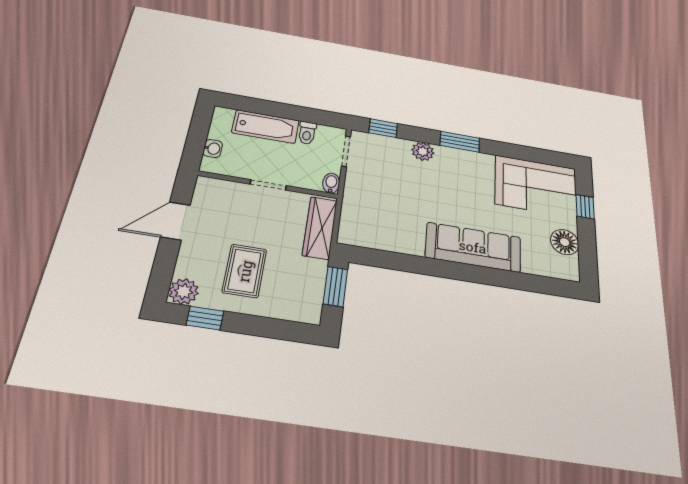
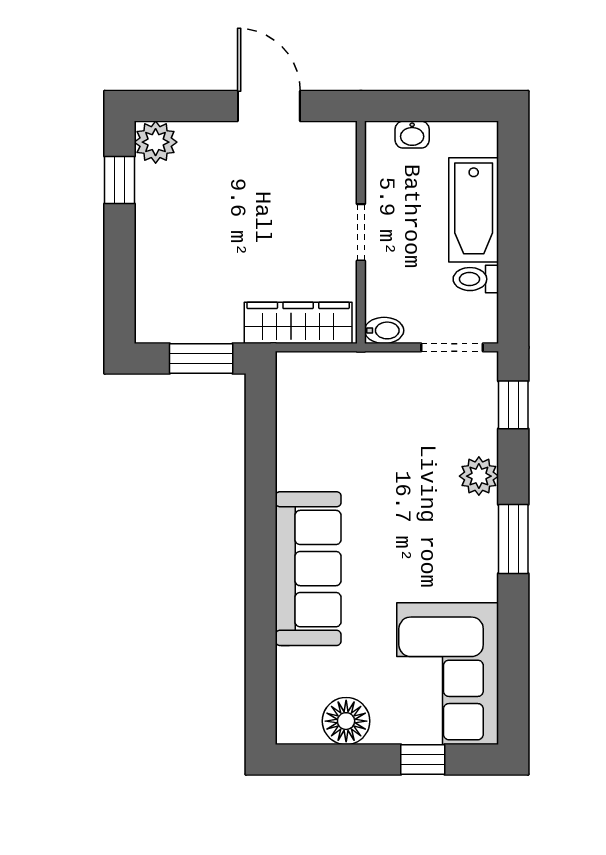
rug: (245, 271) -> (204, 222), removed

